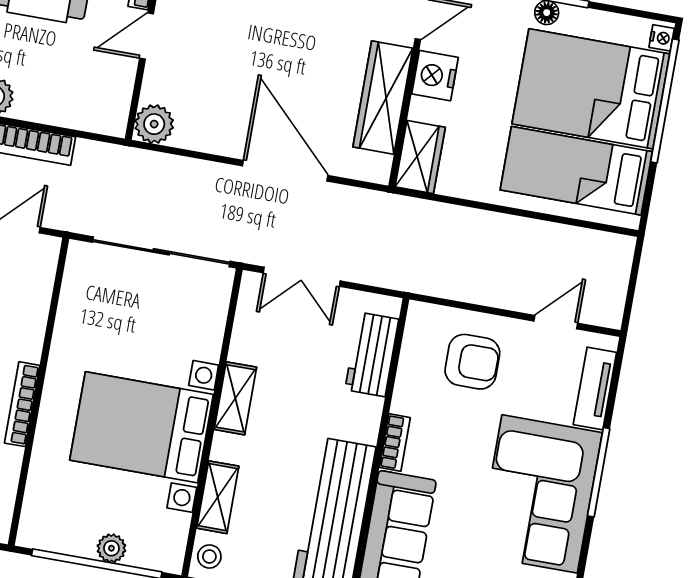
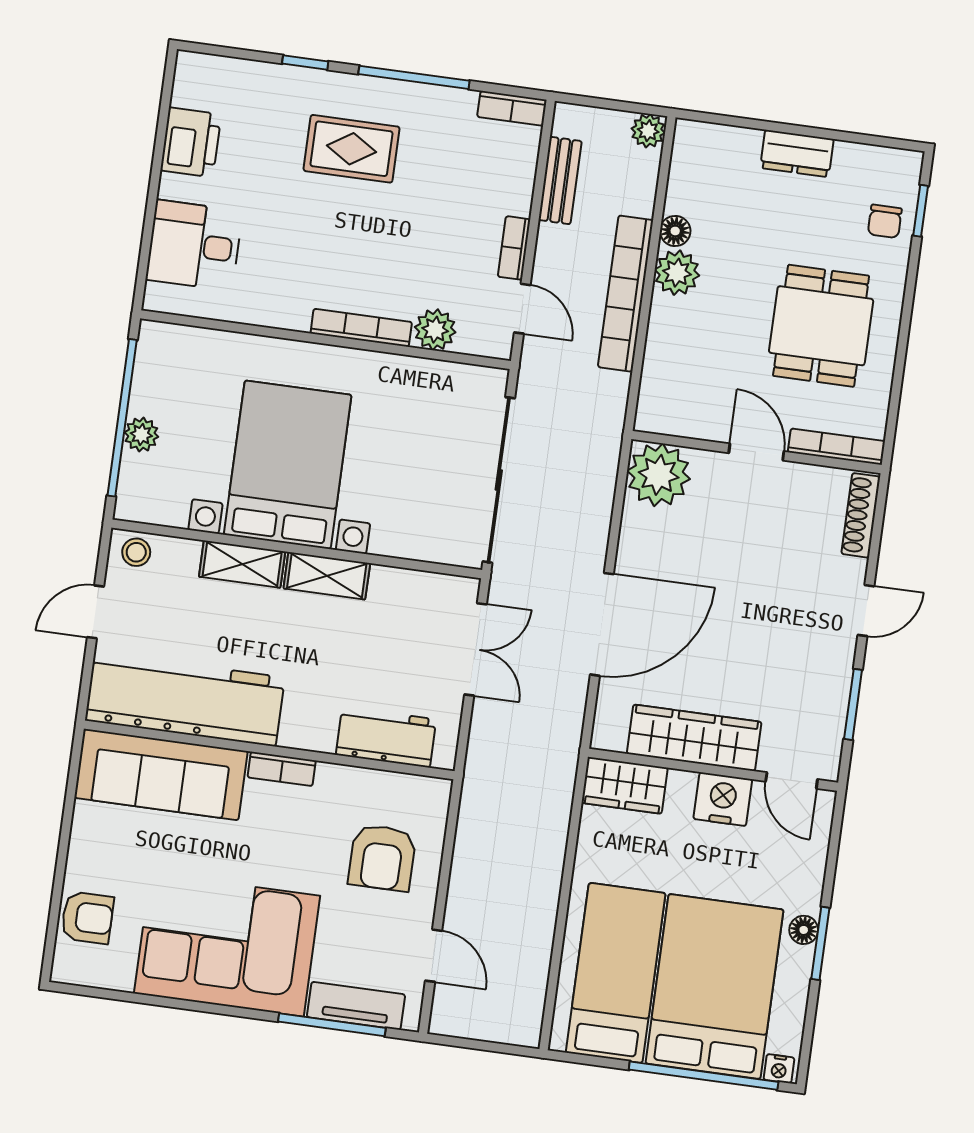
plant: (154, 124) -> (659, 475), width x1.36, depth x1.36
double door: (302, 277) -> (476, 649), swing flipped
plant: (34, 300) -> (435, 330), added
bookcase: (22, 404) -> (361, 328), moved
window: (599, 472) -> (332, 1025), moved
shelving: (218, 497) -> (242, 564), moved

